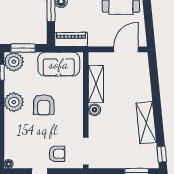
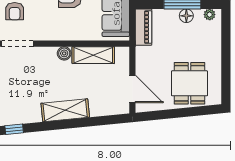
shelving: (146, 123) -> (65, 110), moved

